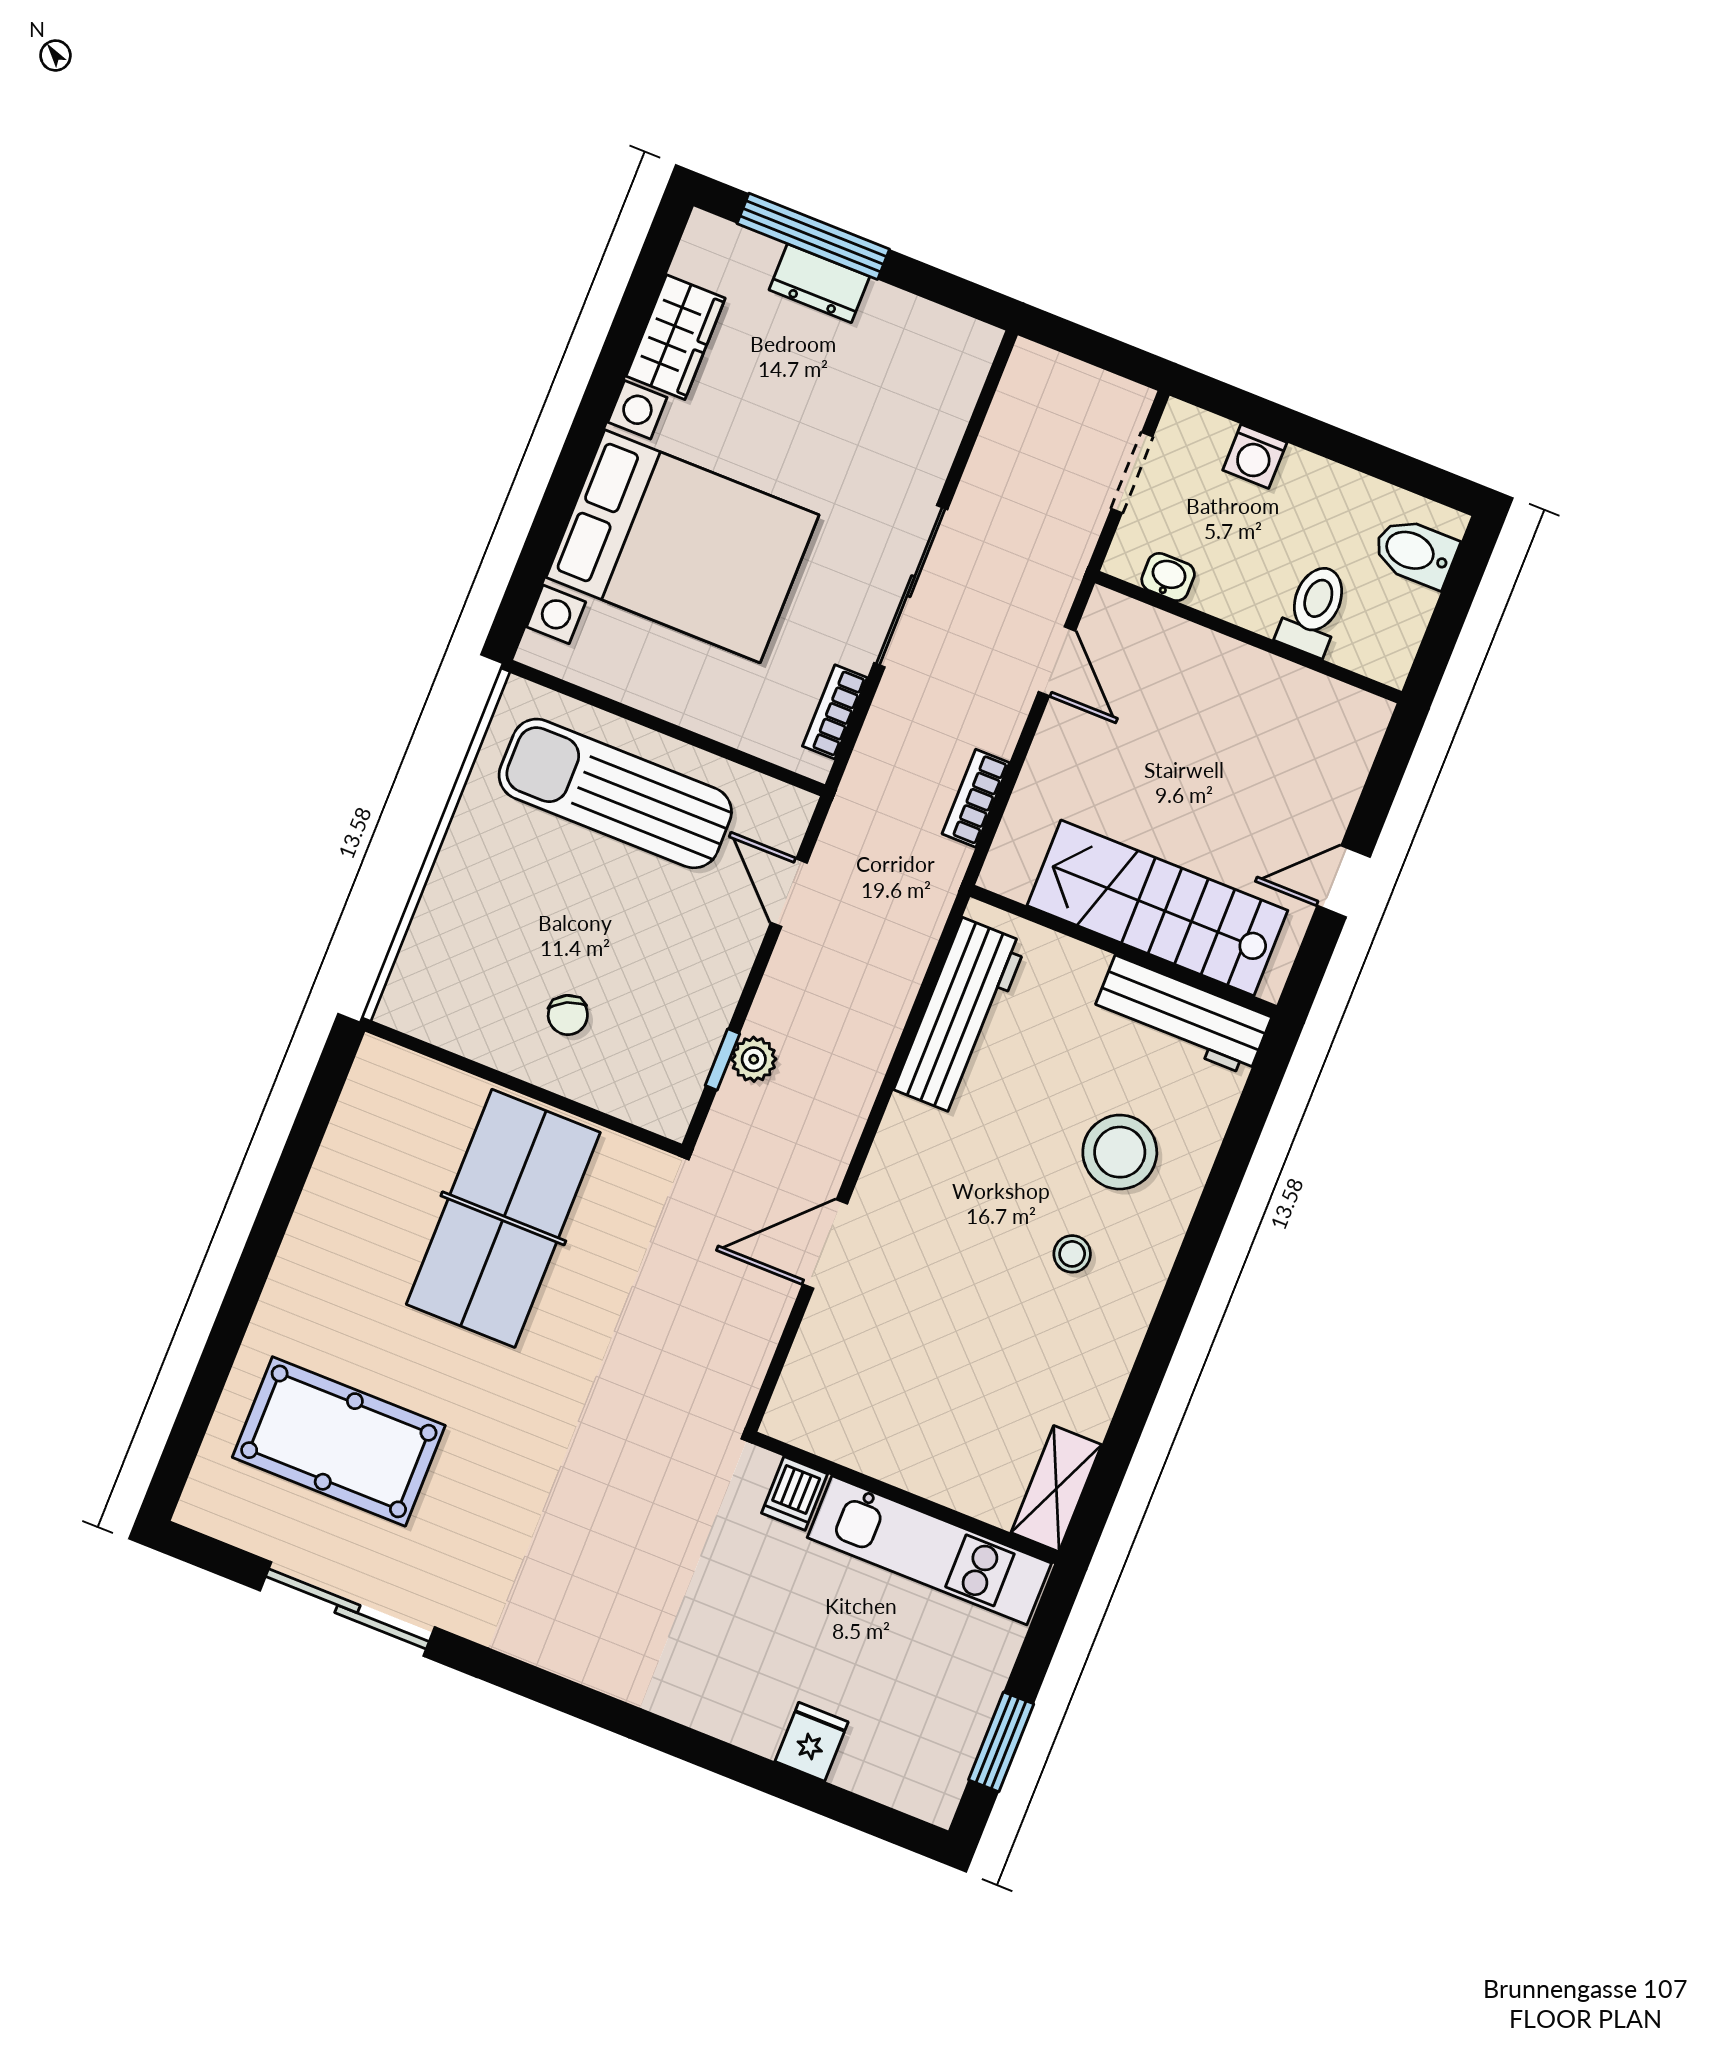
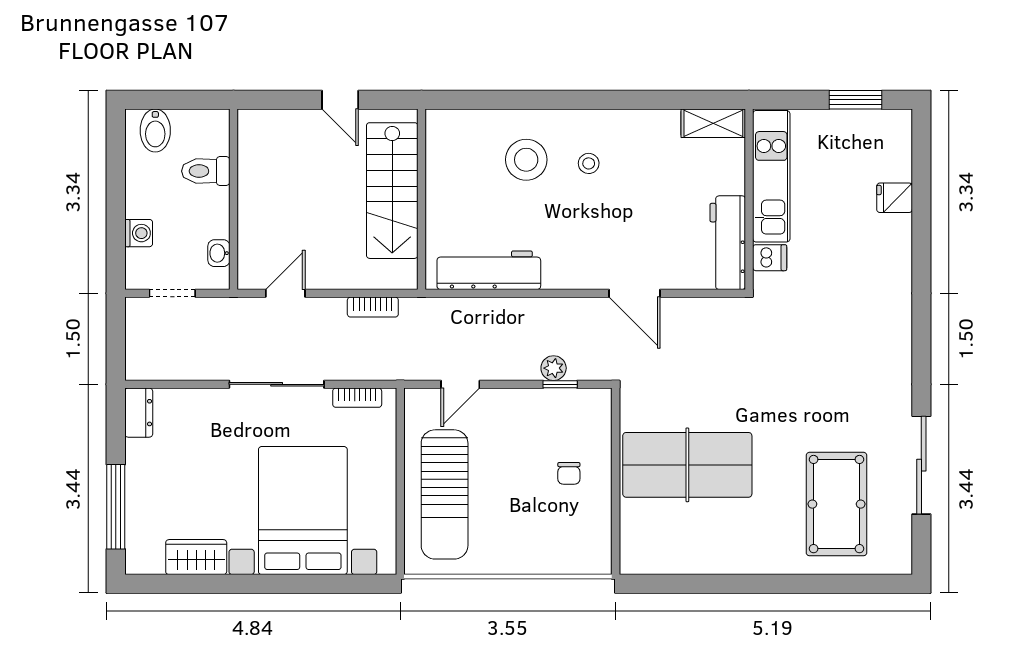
dresser: (819, 283) -> (139, 413), moved
chair: (568, 1015) -> (569, 473), turned 116
workbench: (1182, 1015) -> (728, 243), moved, turned 180

